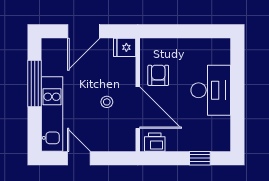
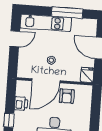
armchair: (158, 75) -> (67, 96), turned 90
printer: (155, 142) -> (21, 103), moved

